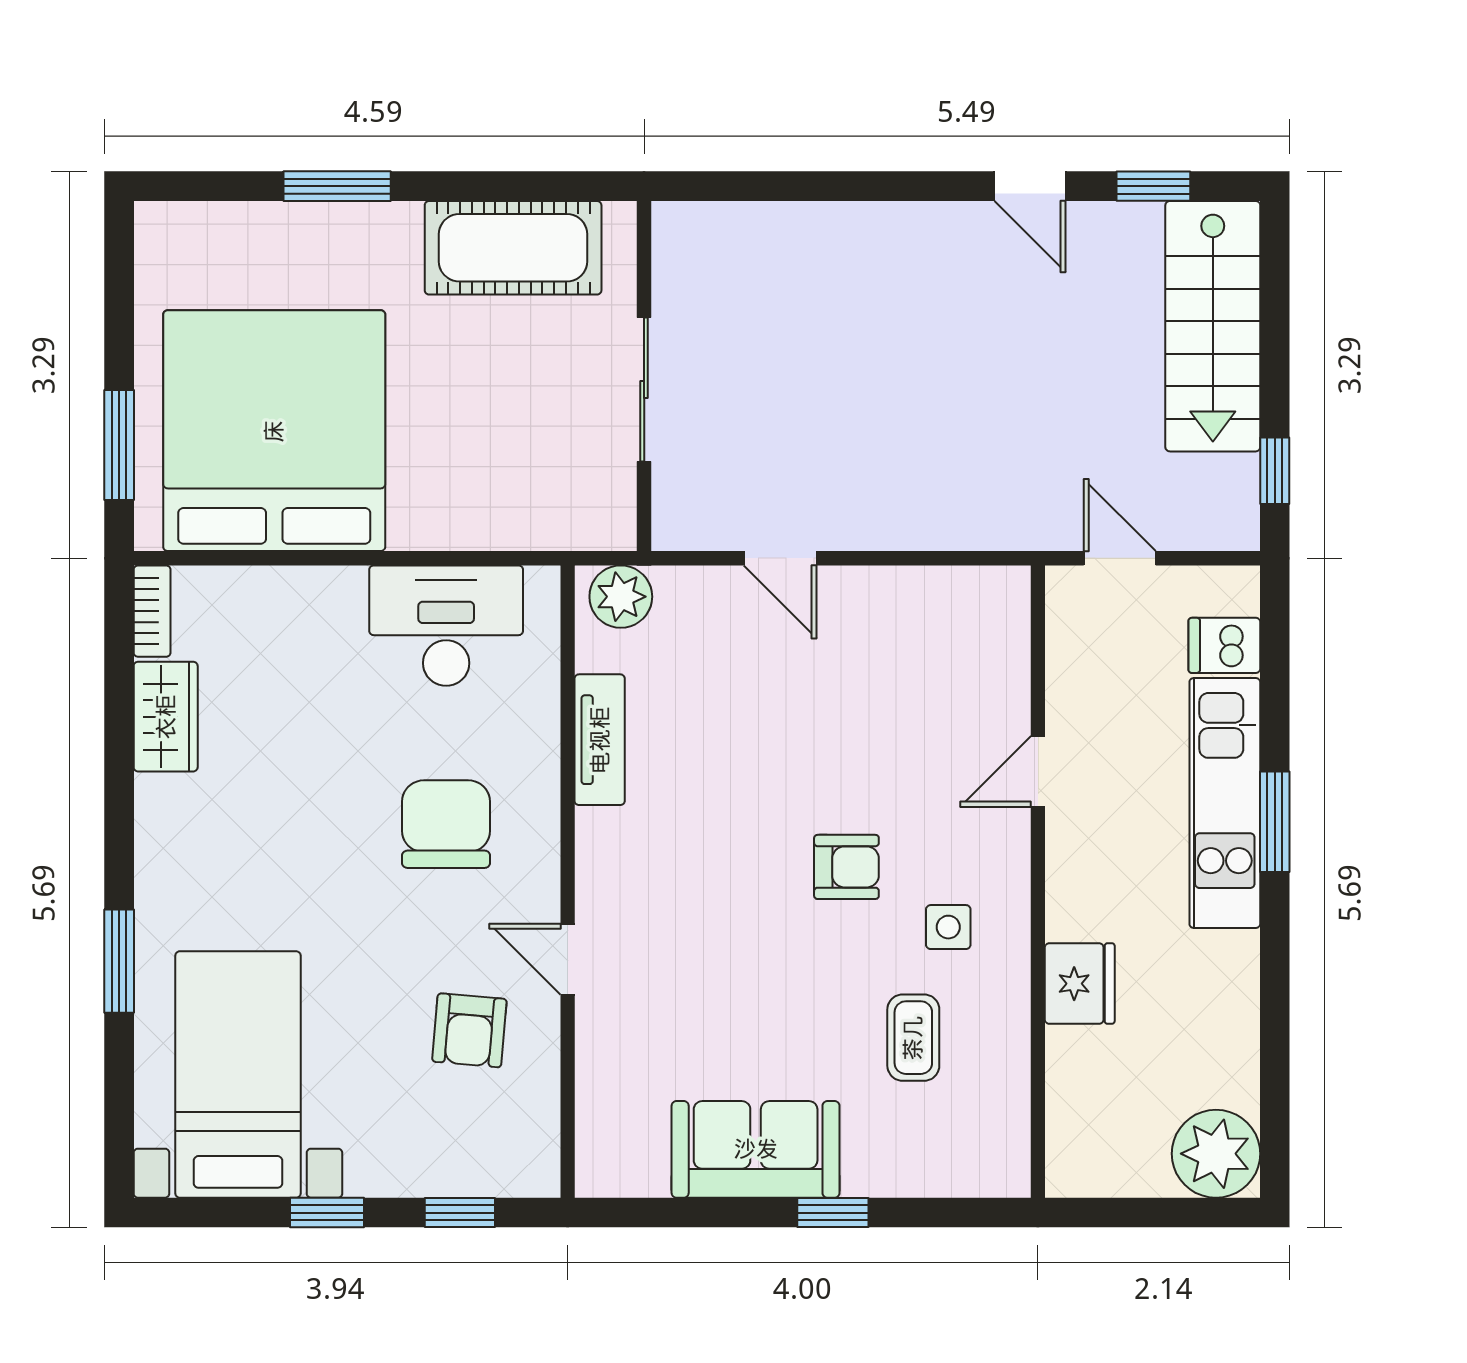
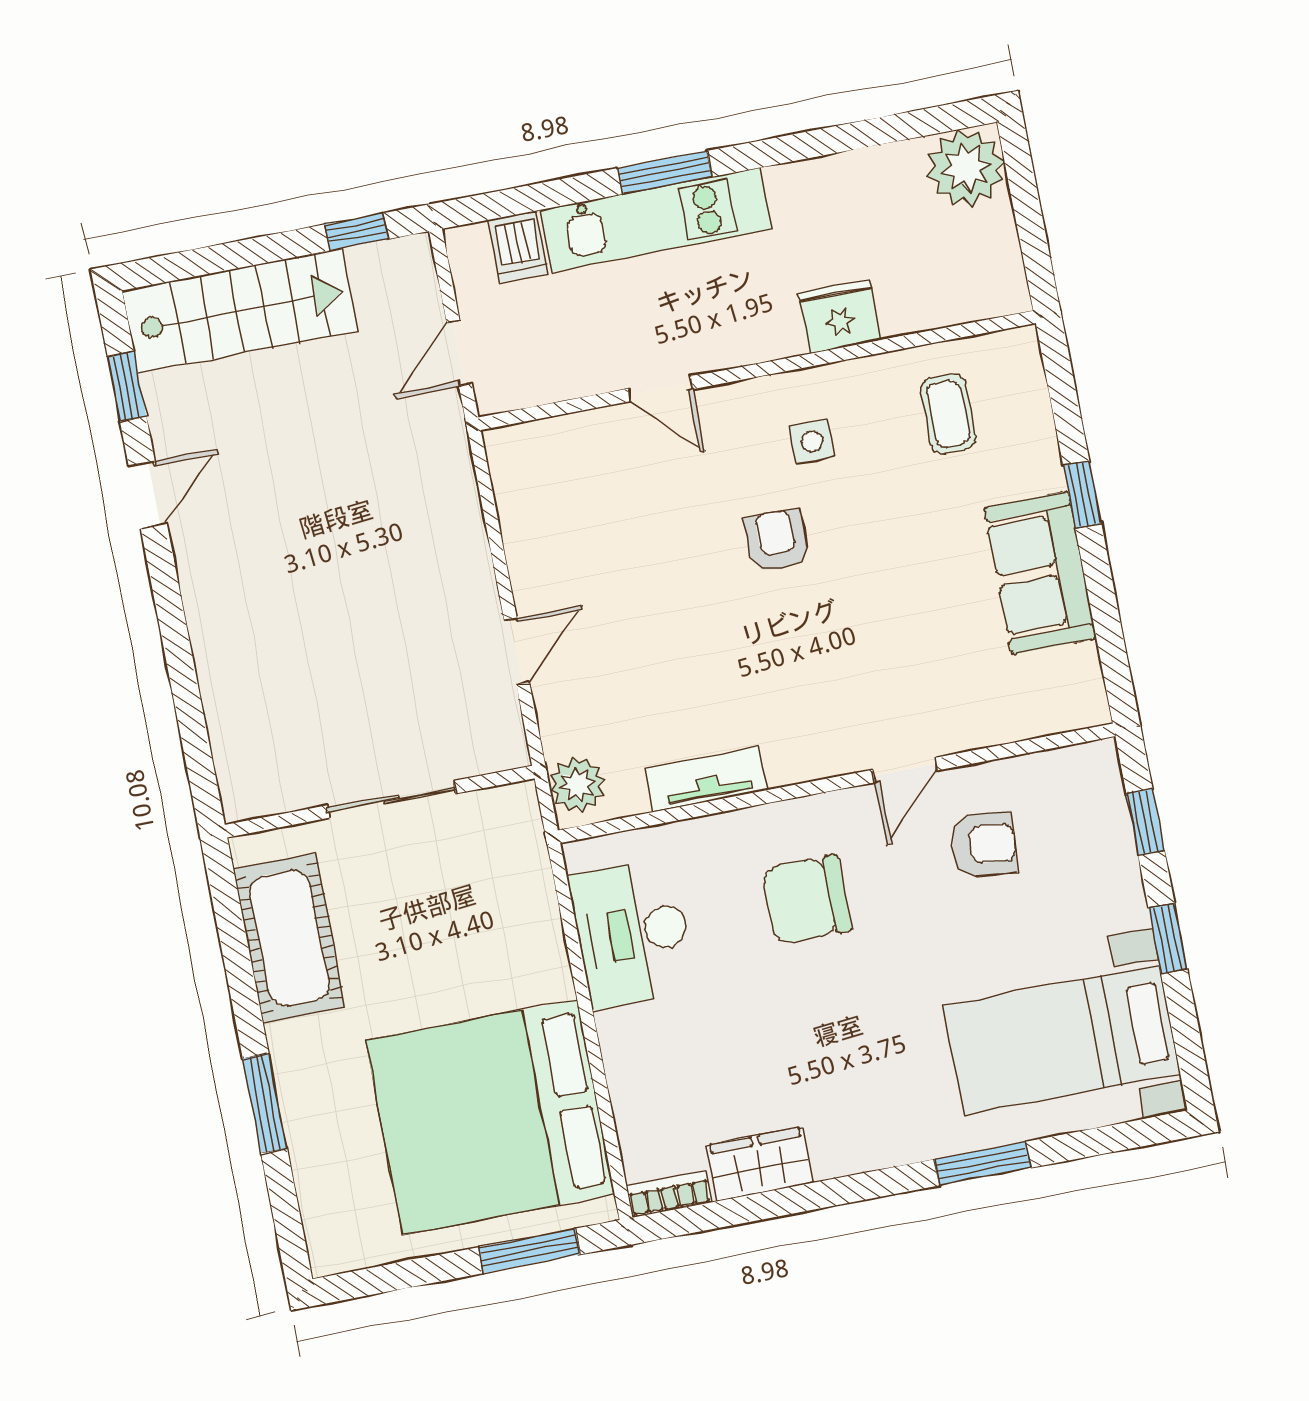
coffee table: (913, 1038) -> (948, 414), moved, turned 90

